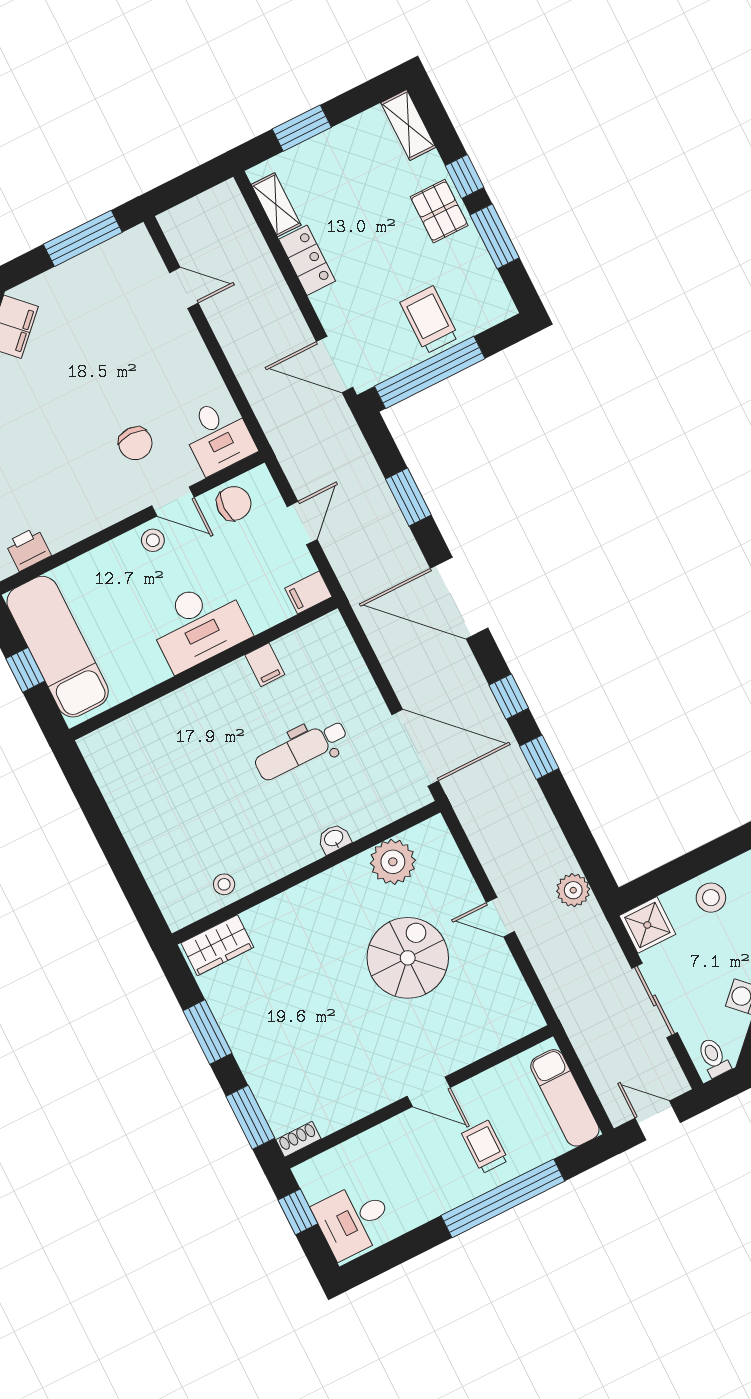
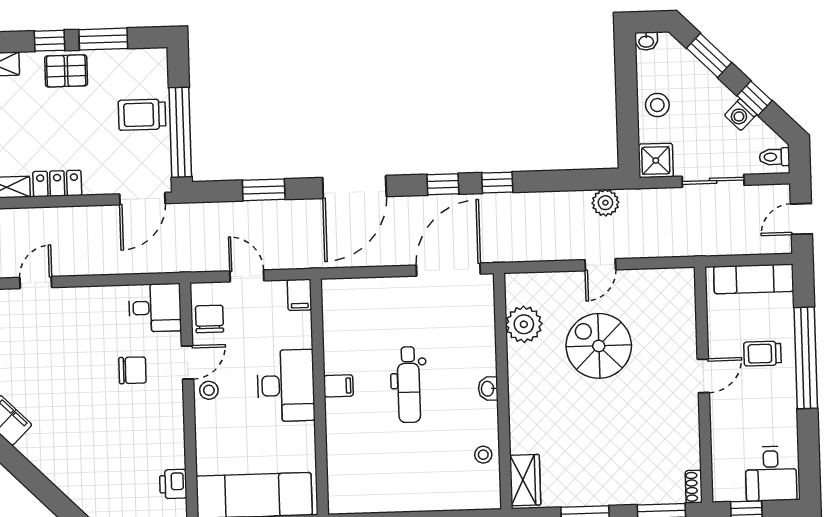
filing cabinet: (265, 665) -> (338, 386), moved
dental chair: (301, 750) -> (409, 385), moved
washbasin: (334, 839) -> (488, 389), moved

